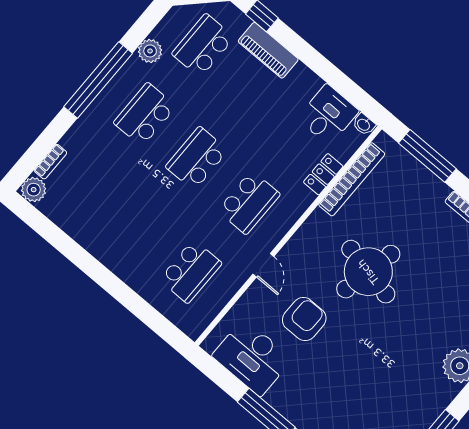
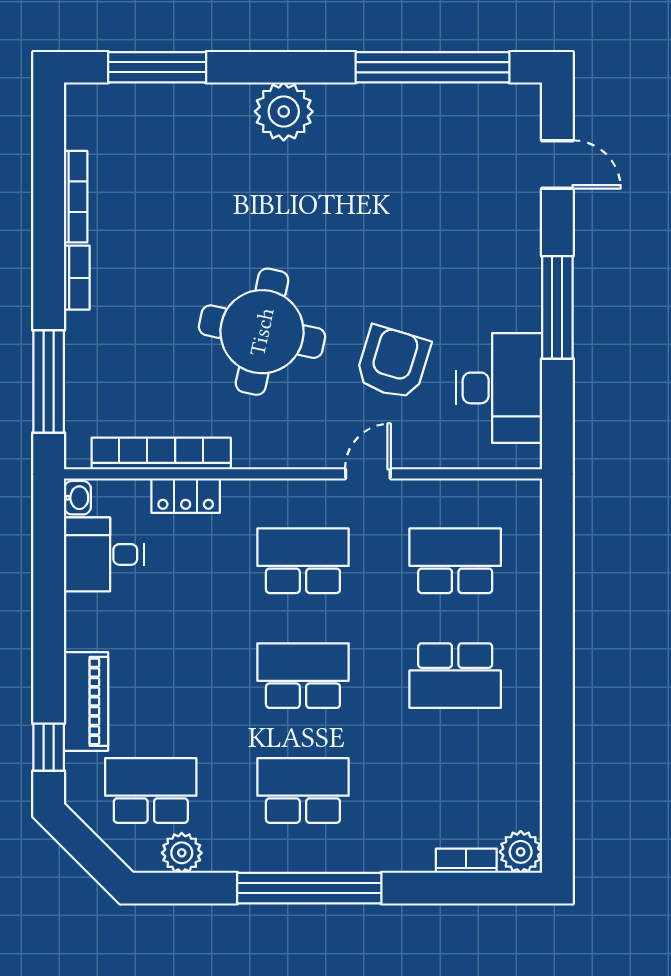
school desk: (203, 46) -> (151, 791), turned 180
plant: (150, 51) -> (182, 853), moved
school desk: (145, 114) -> (303, 791), turned 180
school desk: (197, 158) -> (303, 676), turned 180
school desk: (139, 227) -> (455, 676), added
armchair: (304, 319) -> (393, 363), turned 107

